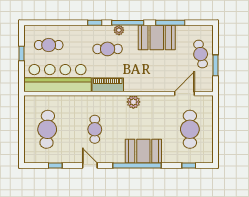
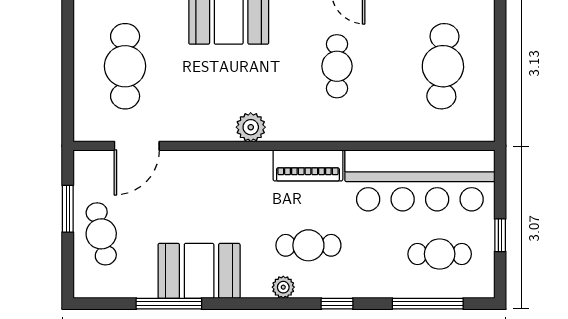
window: (128, 23) -> (428, 304), moved

